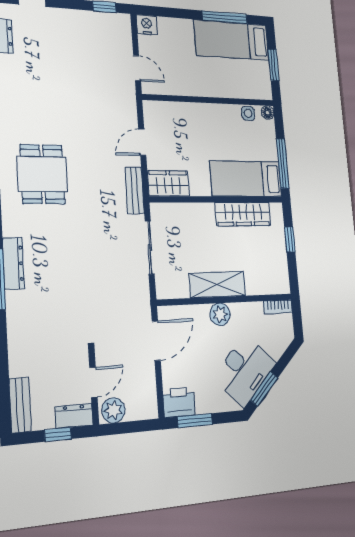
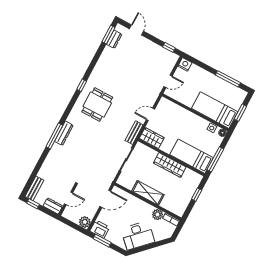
bed: (232, 40) -> (215, 110), moved
door: (137, 68) -> (168, 81), hinge flipped
wardrobe: (243, 214) -> (170, 165), moved
plant: (220, 314) -> (158, 215), moved
window: (264, 389) -> (142, 249), removed
plant: (113, 410) -> (85, 222), moved
window: (58, 434) -> (33, 204), moved

